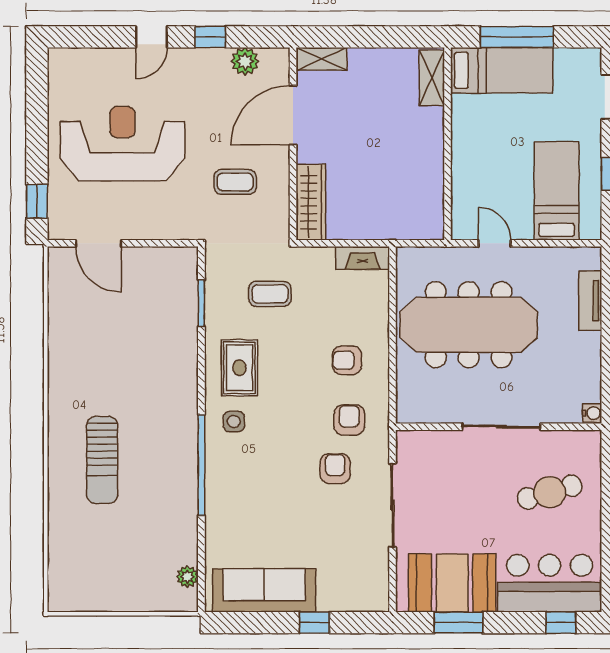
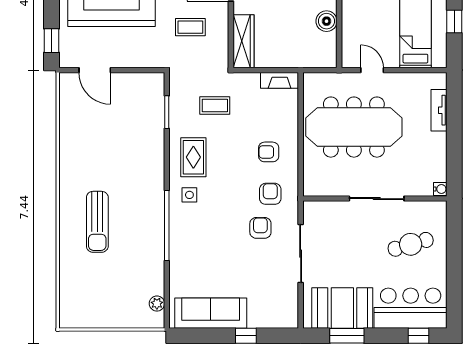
boiler: (430, 173) -> (327, 21), added

